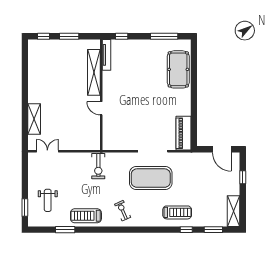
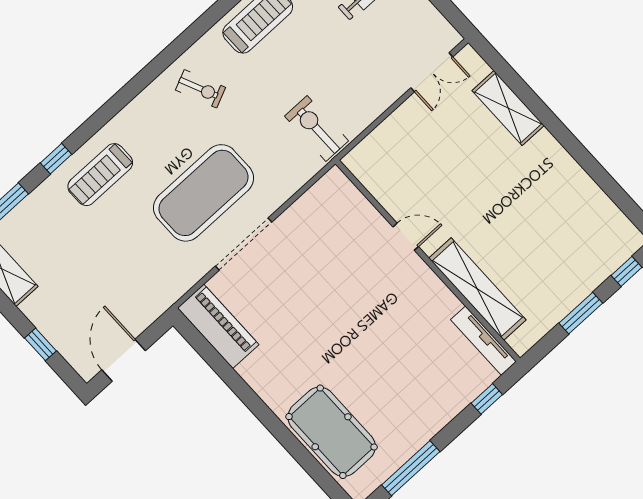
door: (222, 149) -> (124, 360), hinge flipped

